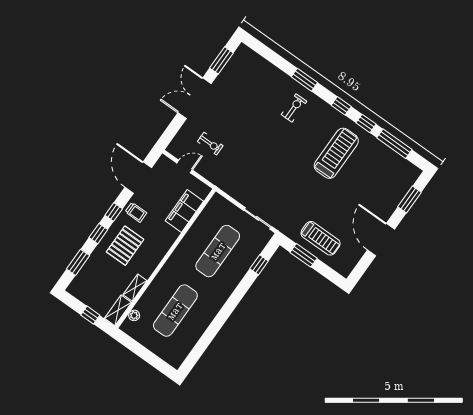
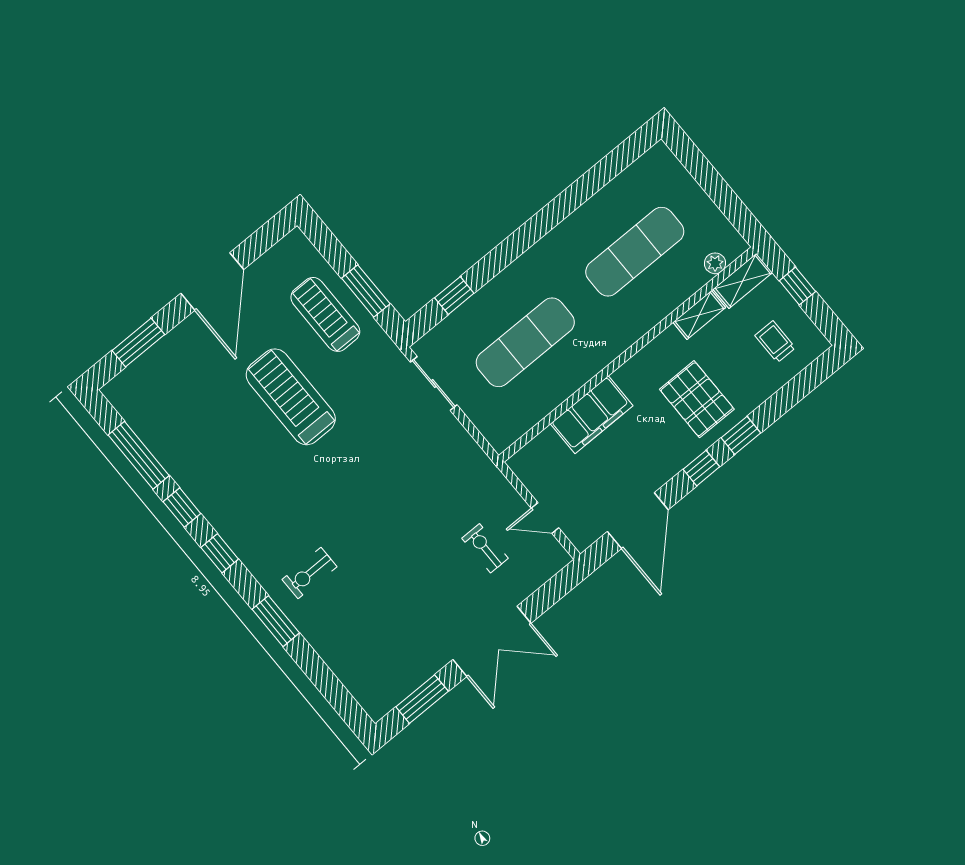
treadmill: (336, 153) -> (291, 397), moved, turned 90
filing cabinet: (184, 211) -> (592, 415), moved
trolley: (136, 212) -> (775, 342), moved
pallet: (125, 246) -> (697, 399), turned 90
window: (78, 262) -> (794, 391), removed

